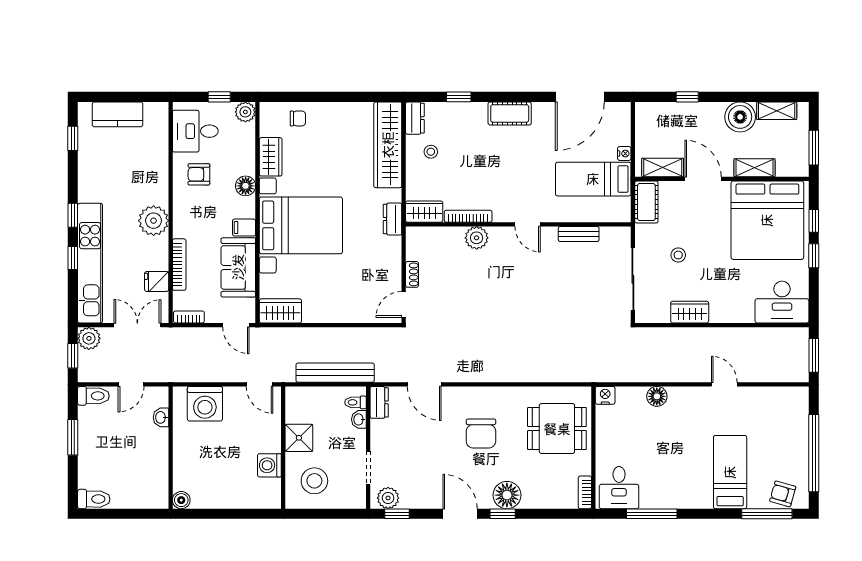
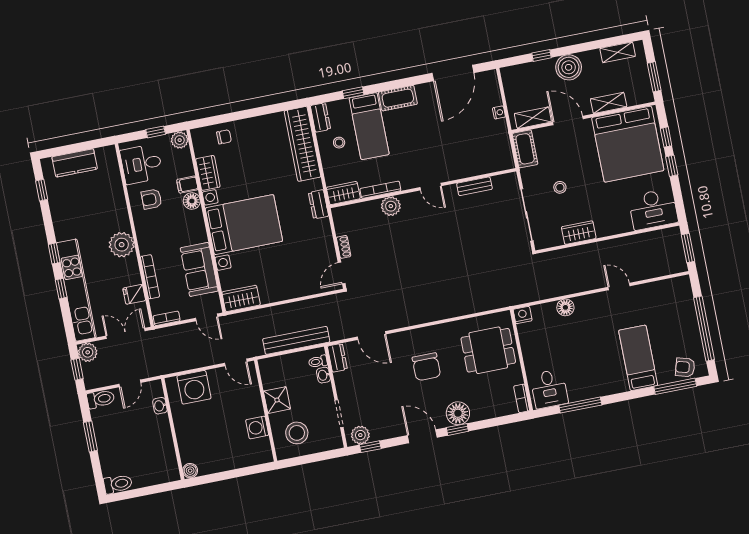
boiler: (740, 117) -> (569, 67), moved
bed: (593, 179) -> (369, 126), moved, turned -90
filing cabinet: (244, 228) -> (187, 185), moved

